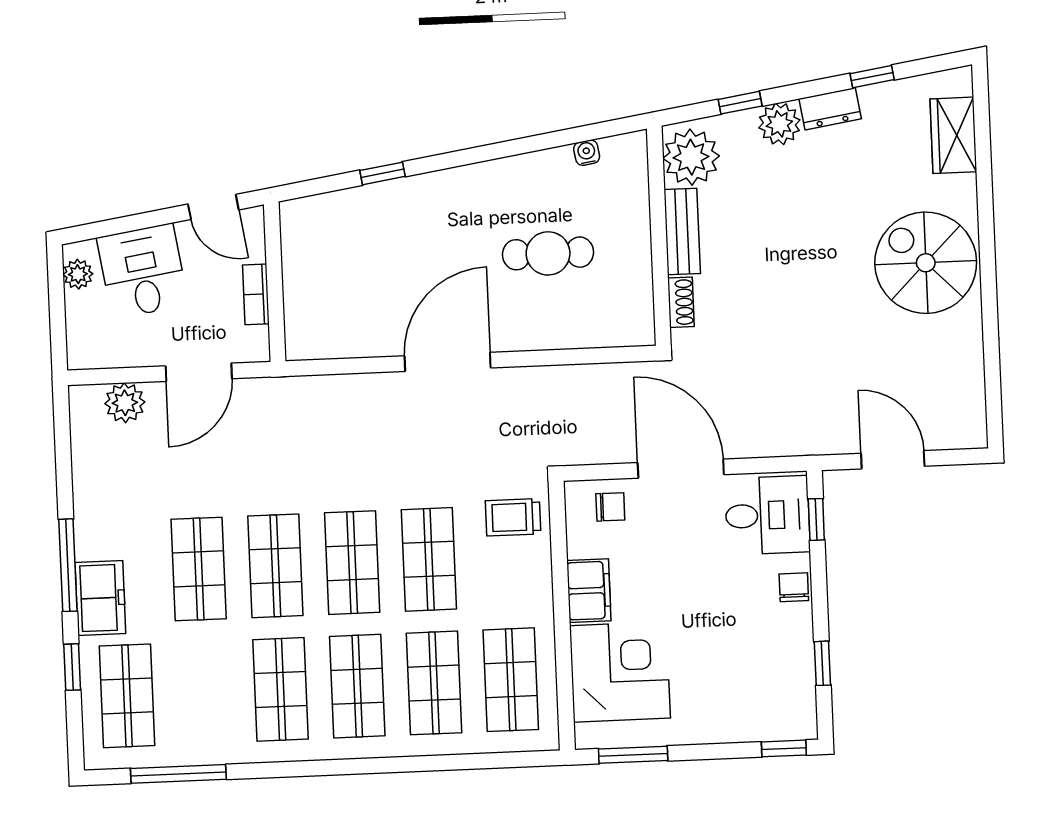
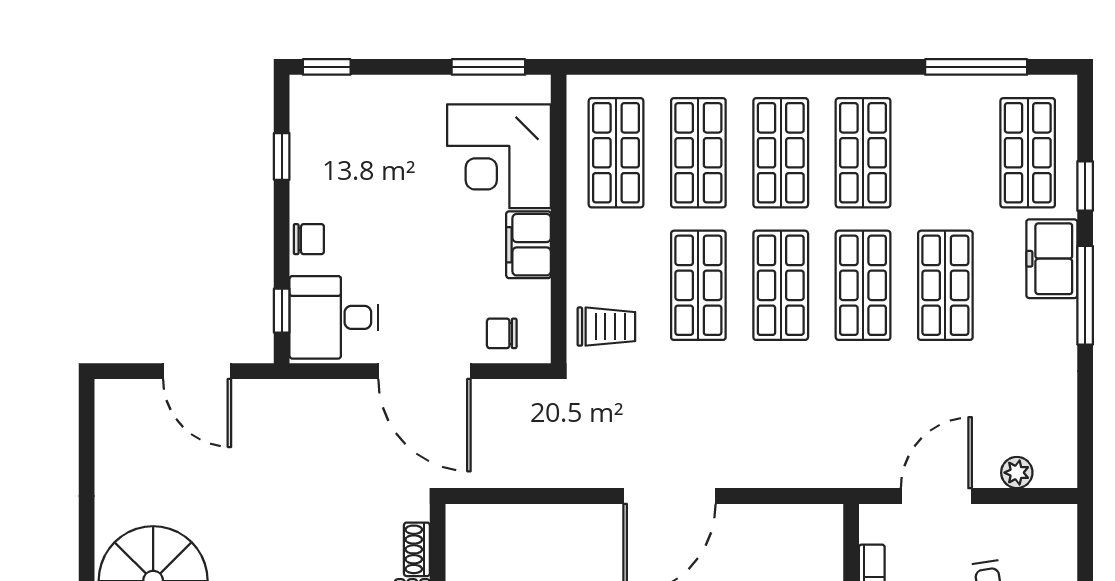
plant: (125, 403) -> (1017, 473), width x0.73, depth x0.73
chair: (794, 587) -> (309, 239), turned -90

